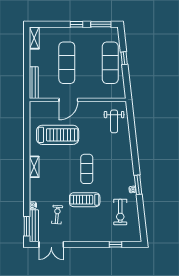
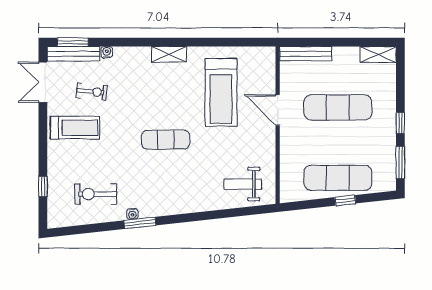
treadmill: (85, 200) -> (75, 128), moved, turned 90

